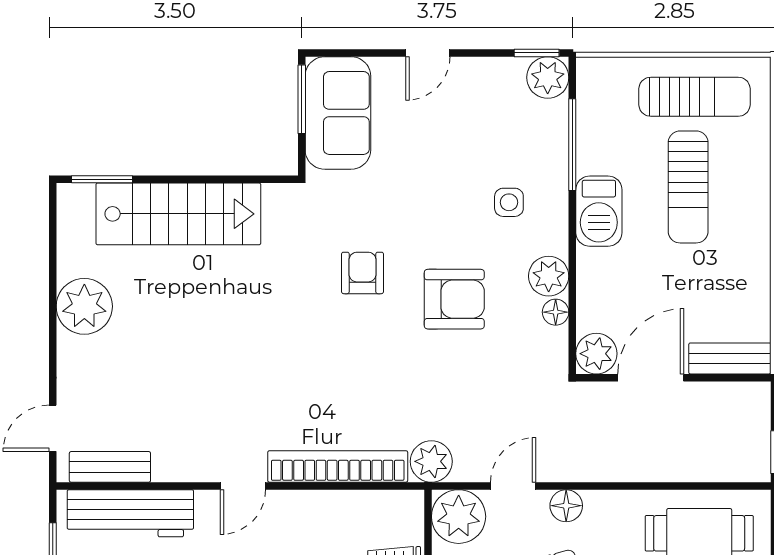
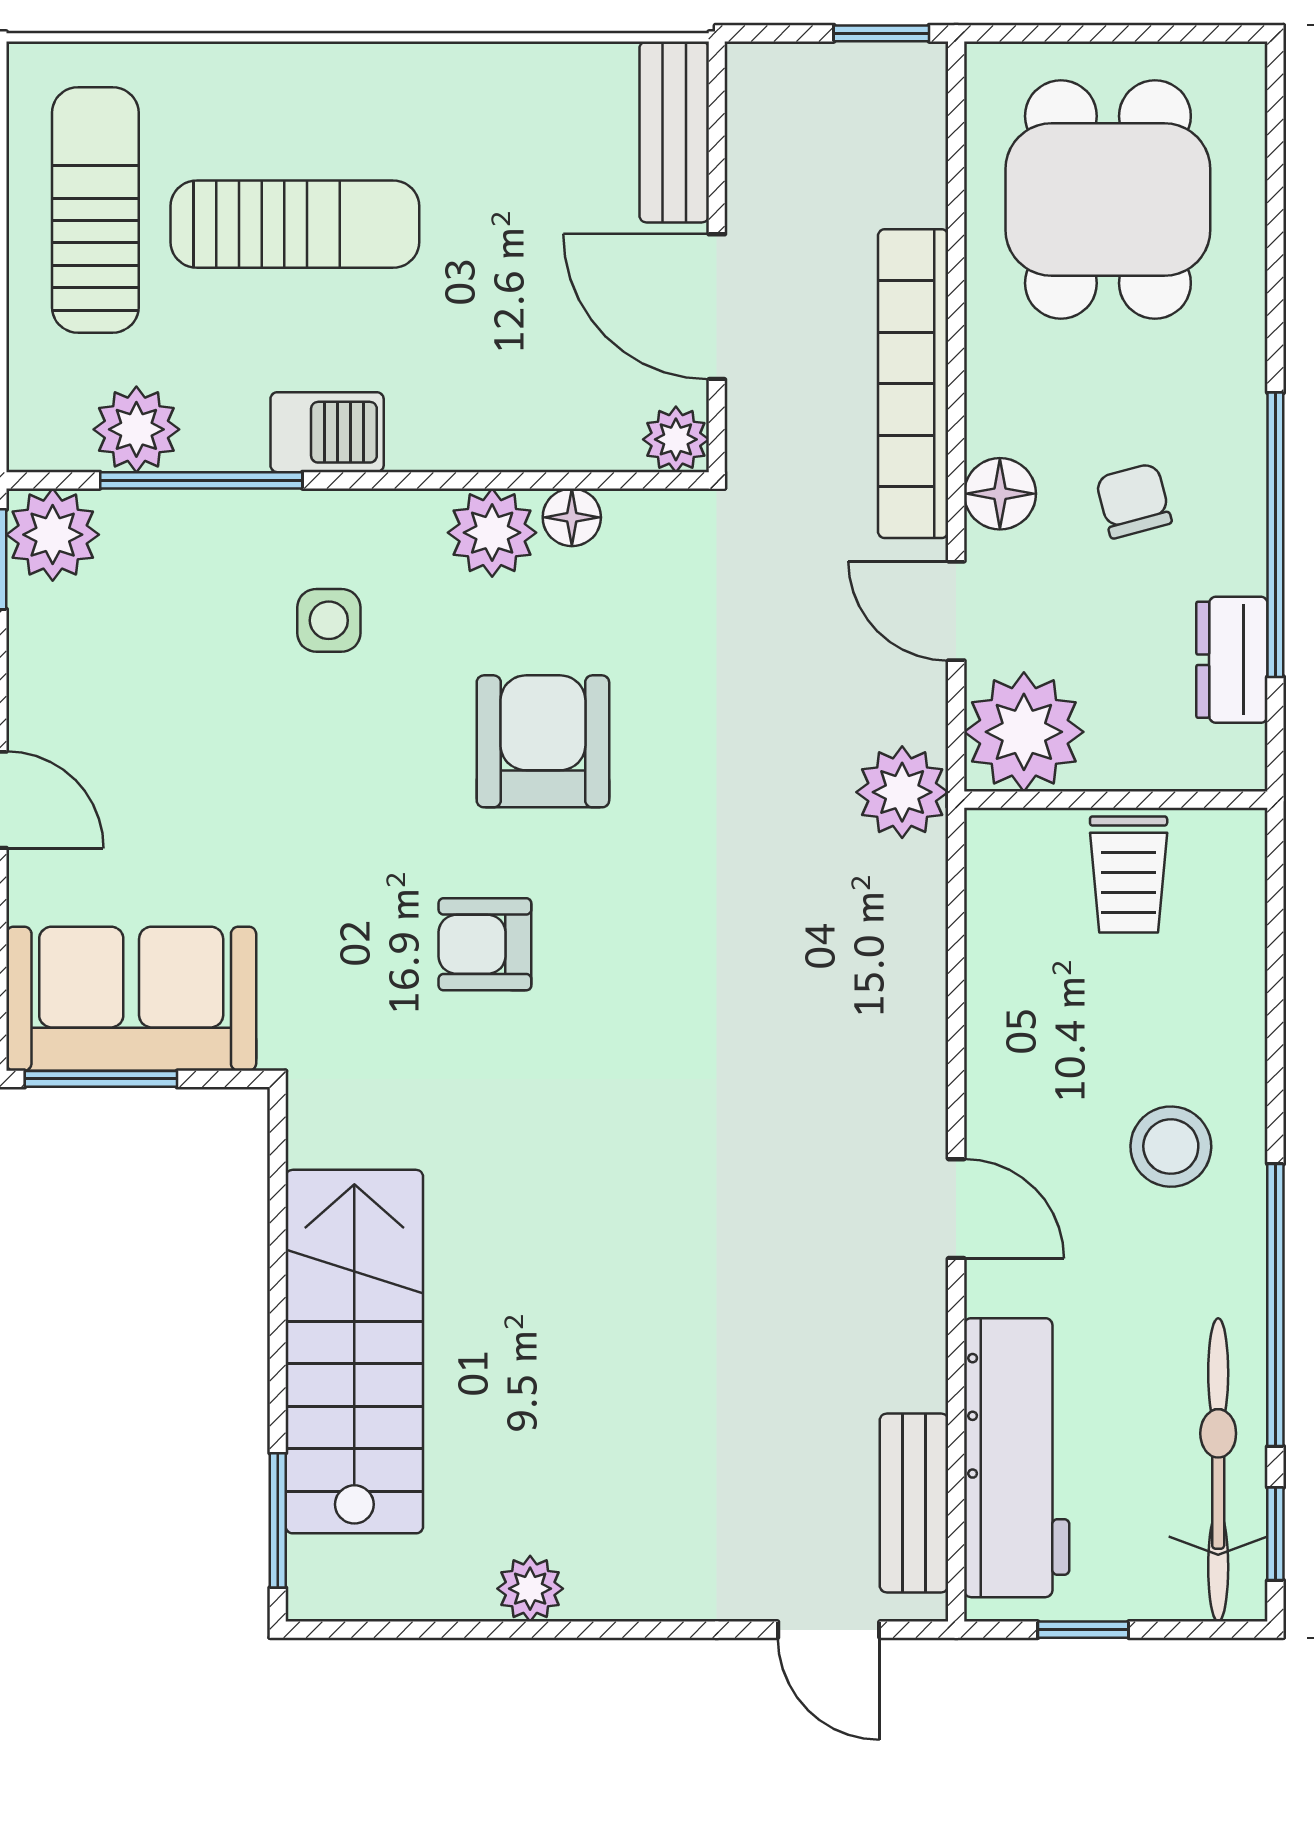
plant: (595, 115) -> (136, 429), added
barbecue: (599, 211) -> (327, 432), width x0.73, depth x0.79
plant: (84, 306) -> (530, 1589), width x0.53, depth x0.53
plant: (596, 354) -> (676, 439), width x0.73, depth x0.73
bookcase: (338, 466) -> (913, 384), moved

